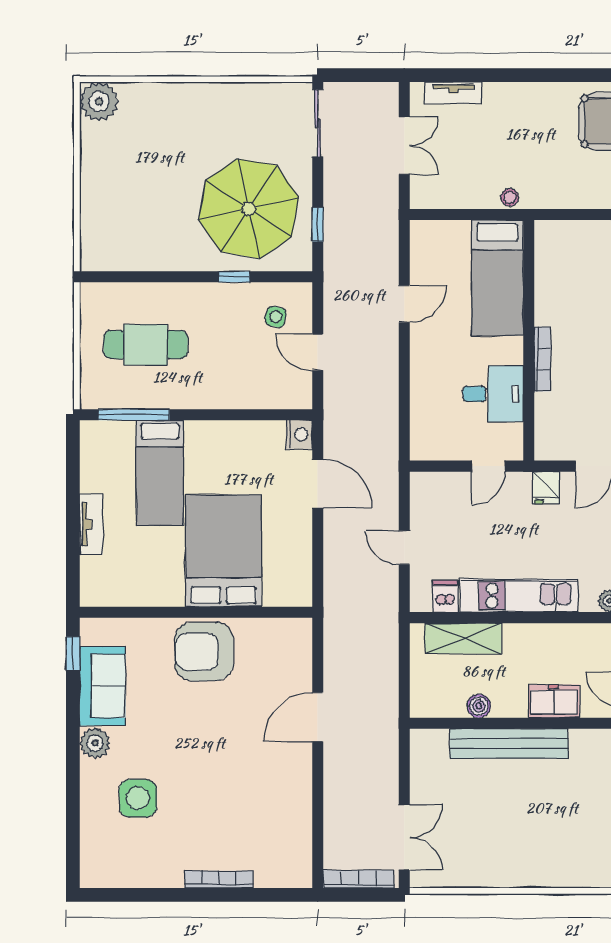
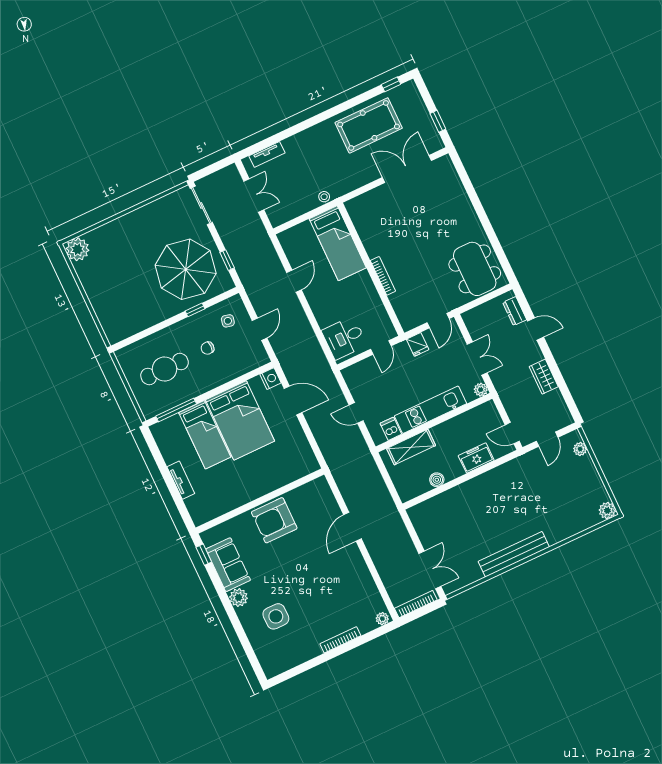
chair: (226, 344) -> (207, 348), added
door: (318, 352) -> (260, 329), swing flipped
desk: (493, 394) -> (344, 338), moved, turned 180
bed: (224, 551) -> (240, 420), moved, turned 180
bench: (509, 743) -> (514, 554), moved
plant: (297, 877) -> (382, 619), added

